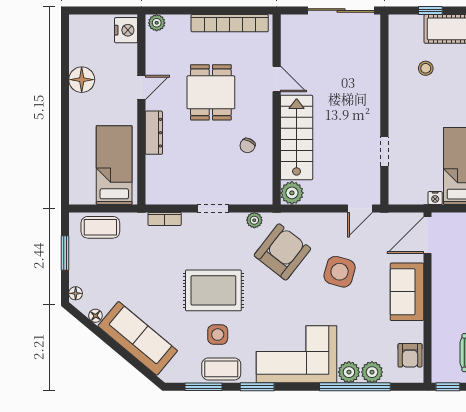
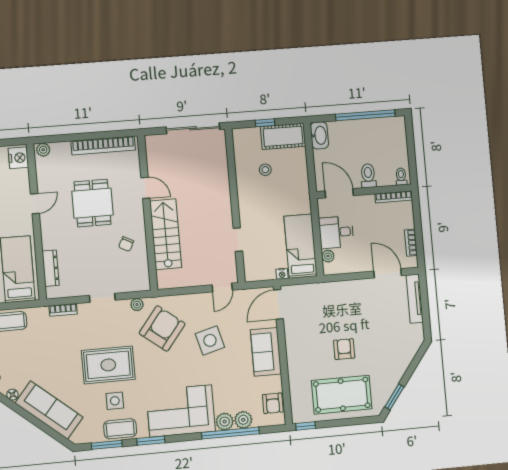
dresser: (154, 133) -> (51, 268), moved
plant: (292, 193) -> (166, 280), removed
side table: (340, 272) -> (210, 340), turned -31

